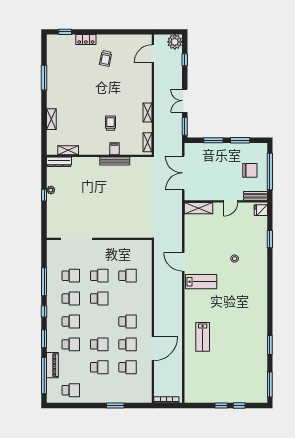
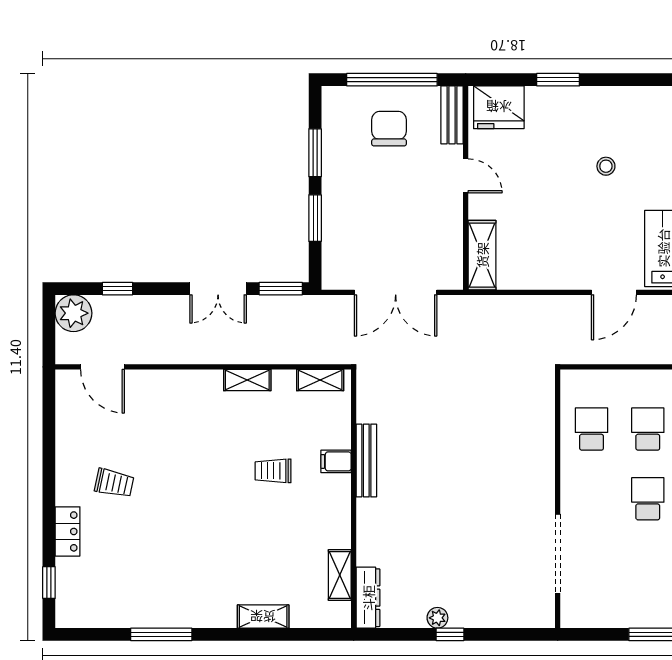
fridge: (261, 210) -> (499, 107), width x1.88, depth x1.34
school desk: (71, 276) -> (592, 429), moved

